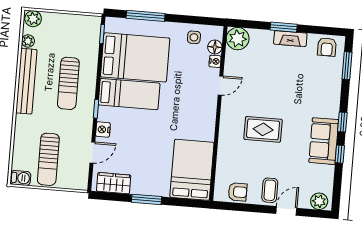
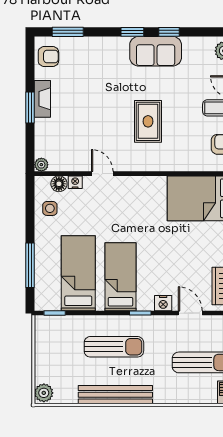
plant: (238, 39) -> (41, 165), width x0.53, depth x0.53
plant: (28, 41) -> (70, 397), removed
bed: (135, 57) -> (78, 273), width x0.67

